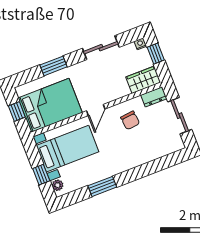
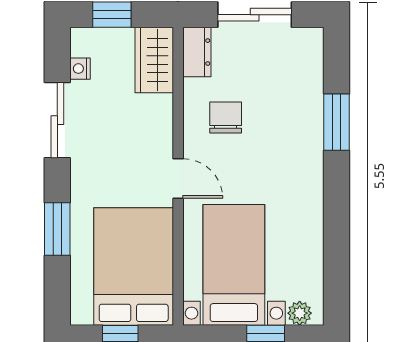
nightstand: (140, 44) -> (80, 69), moved
chair: (130, 120) -> (226, 117), turned -84
window: (102, 186) -> (337, 122), moved

